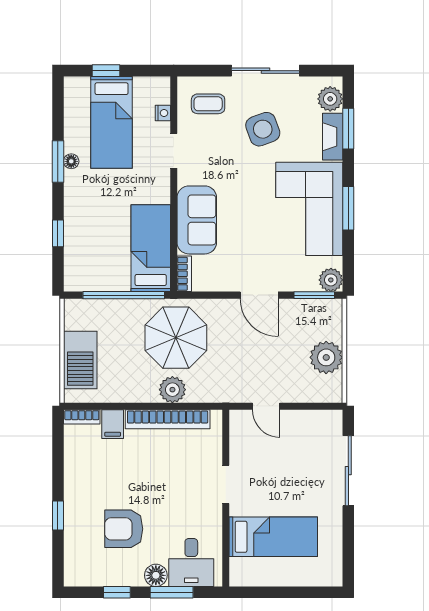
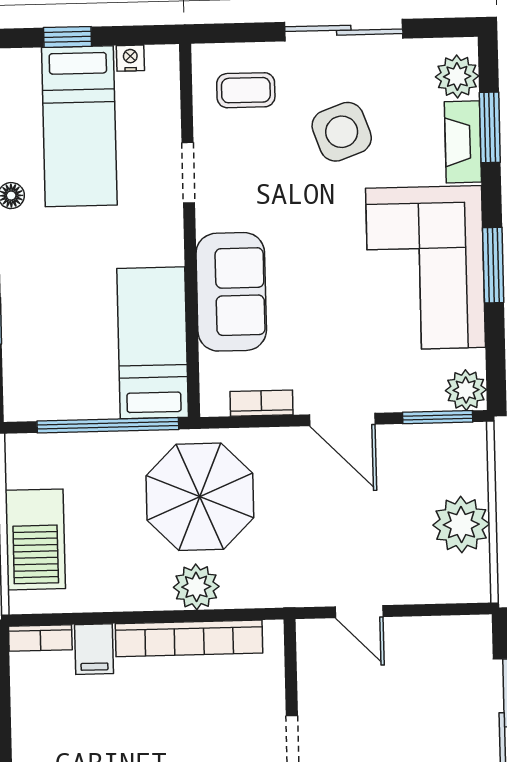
nightstand: (163, 113) -> (130, 58), moved, turned -90
bookcase: (184, 274) -> (262, 403), moved, turned -90

